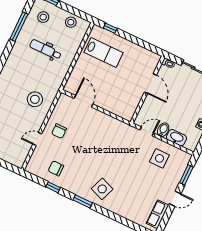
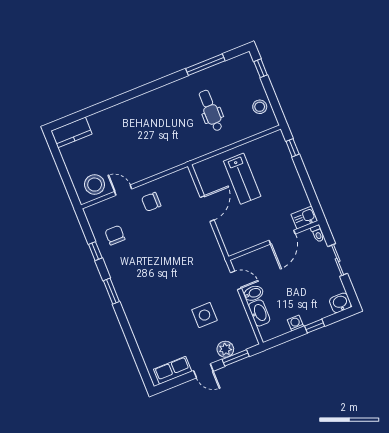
stool: (43, 17) -> (237, 77), removed
lab bench: (104, 52) -> (242, 179), moved
kitchen sink: (153, 61) -> (304, 218), added
stool: (35, 99) -> (95, 185), moved
door: (84, 101) -> (207, 209), moved
side table: (159, 158) -> (204, 315), moved
plant: (176, 175) -> (225, 349), added
side table: (102, 189) -> (141, 296), removed

